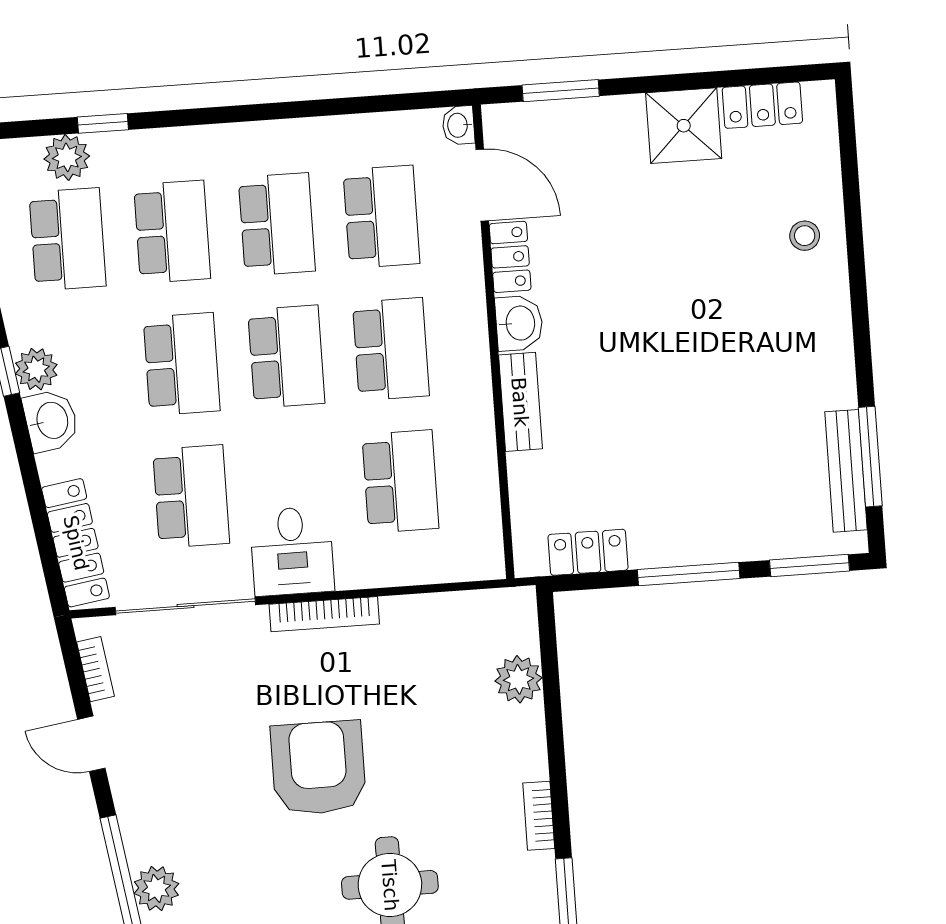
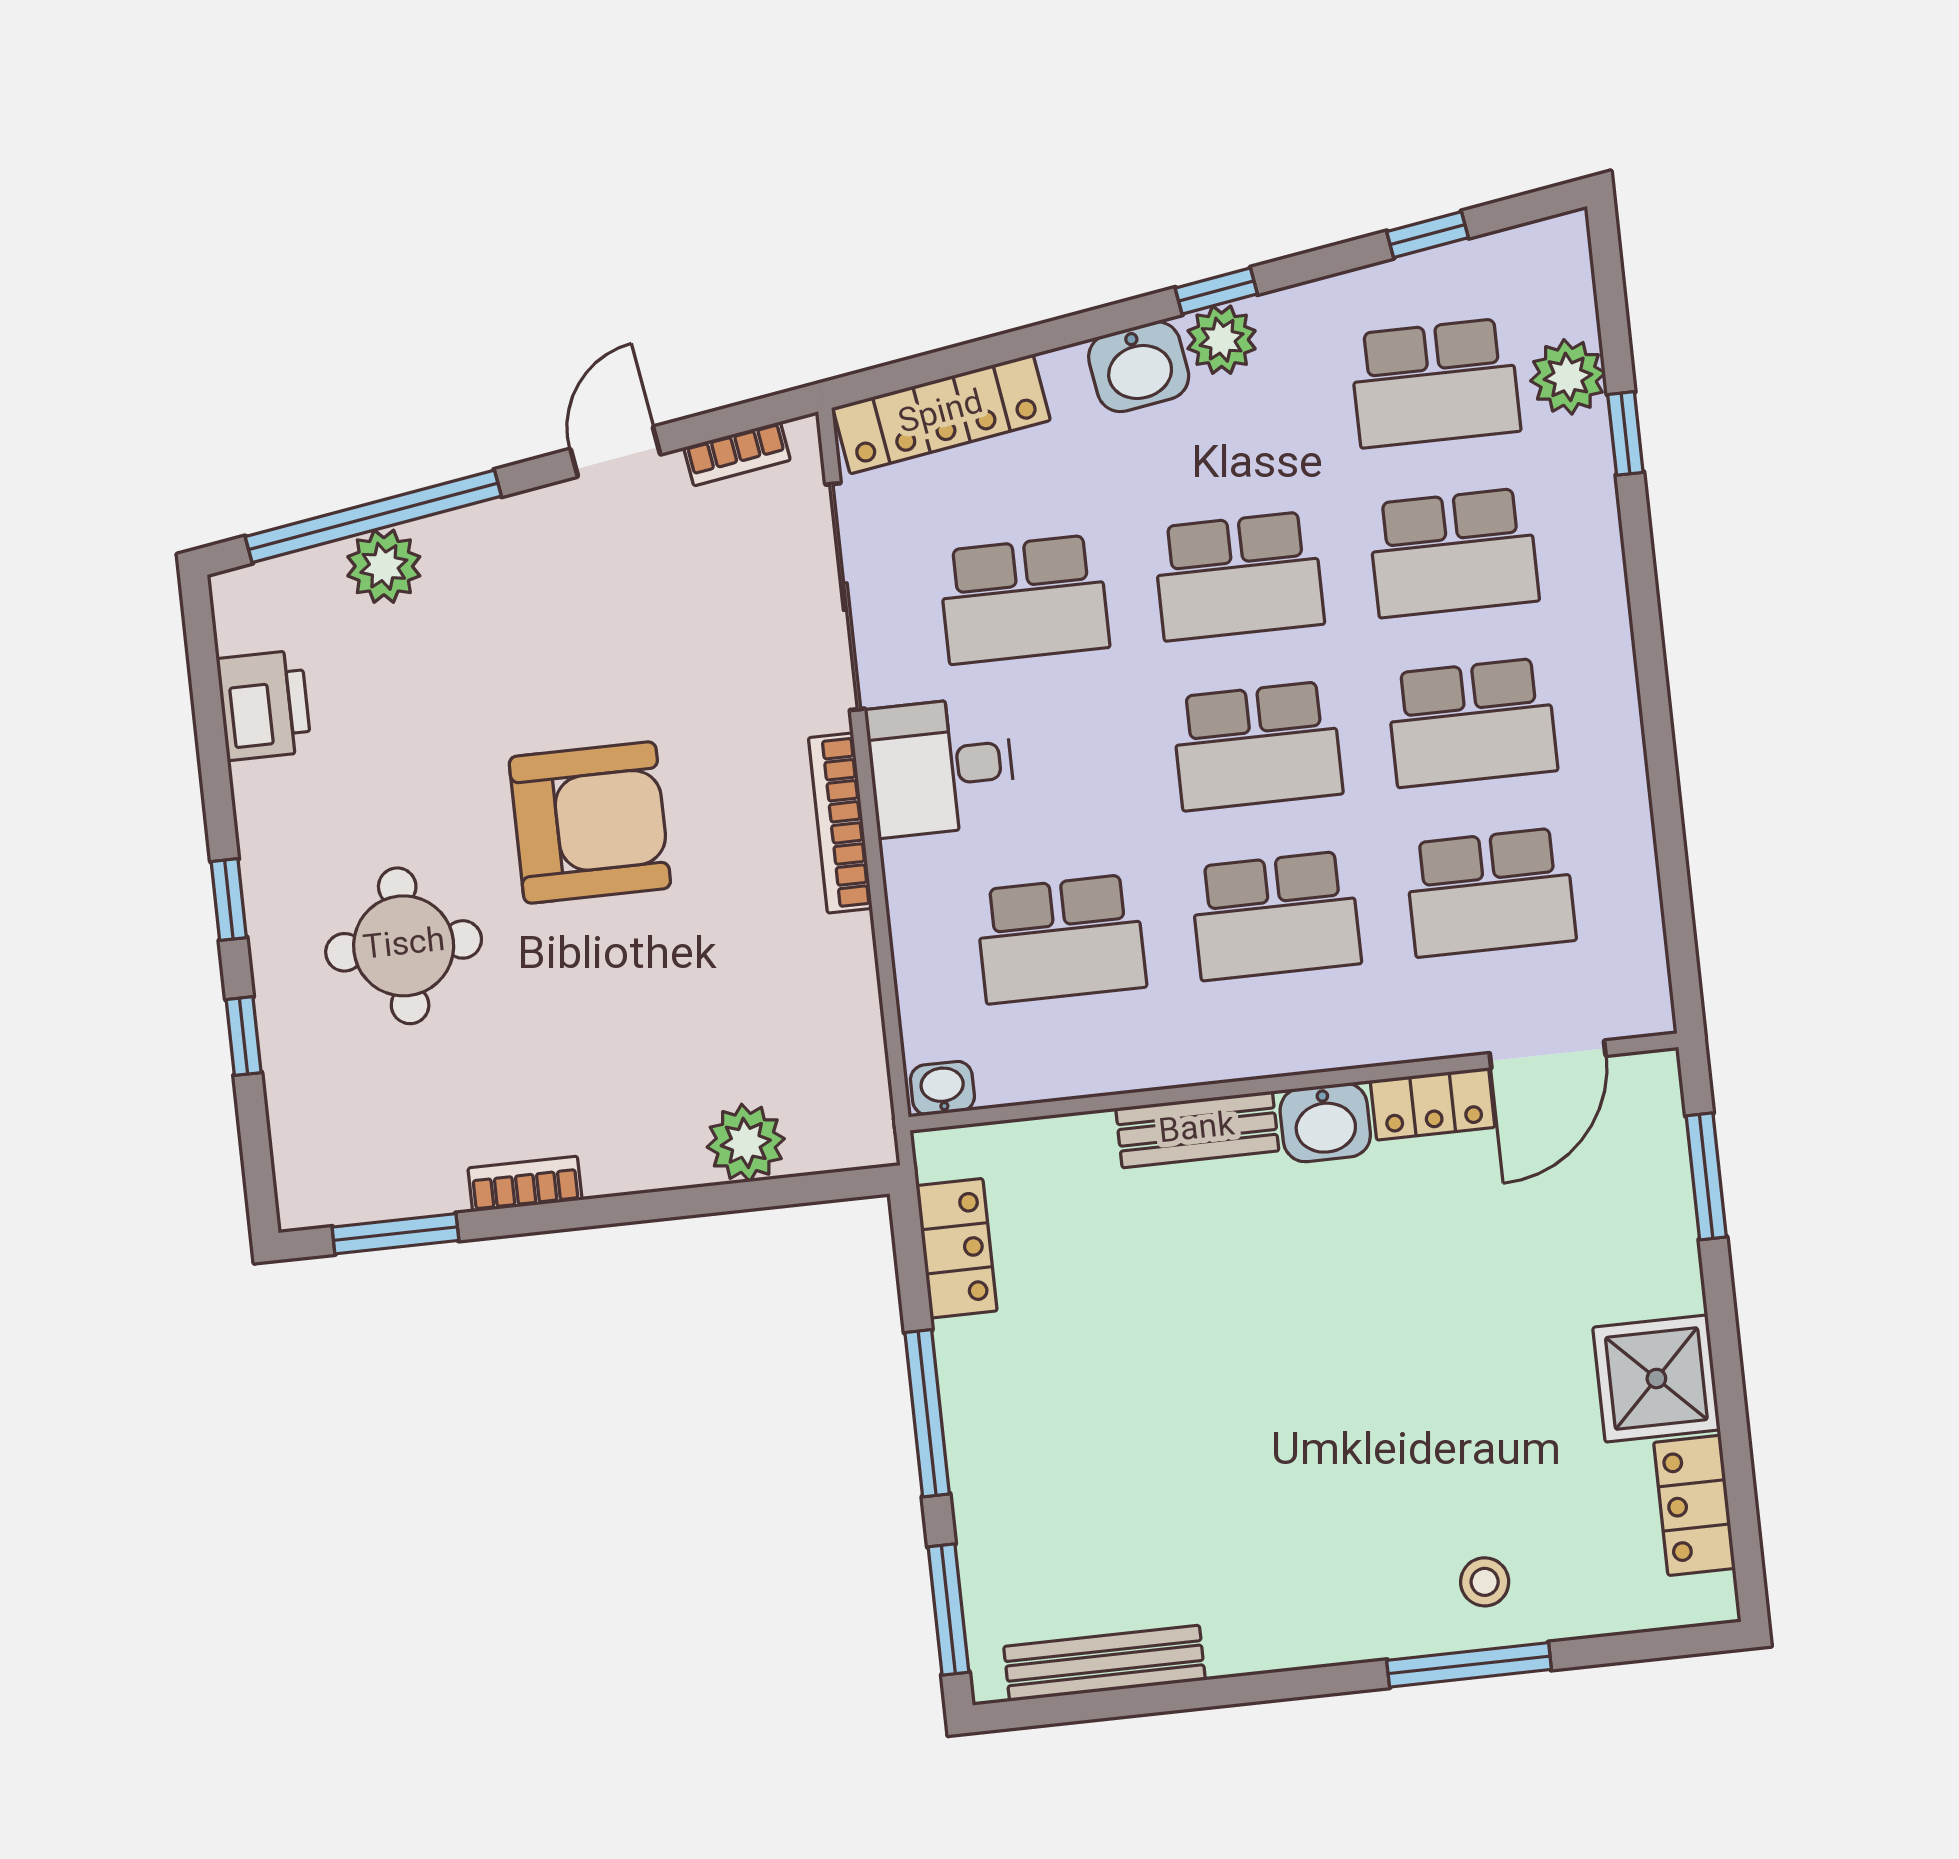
washbasin: (458, 125) -> (942, 1088), moved
window: (870, 457) -> (1469, 1665), moved

